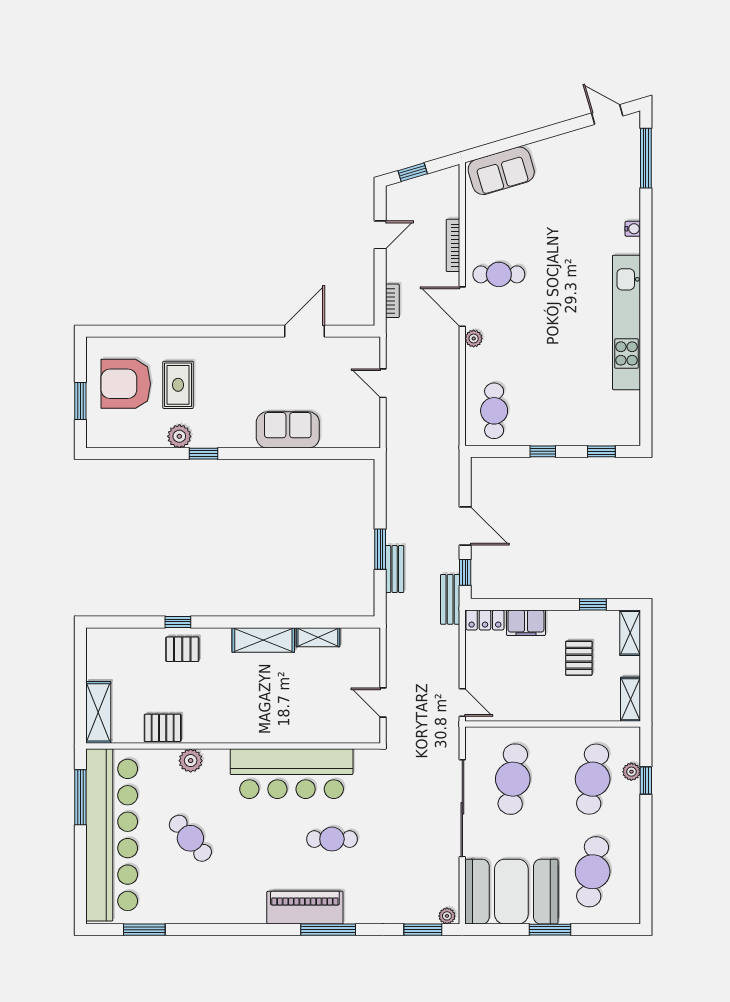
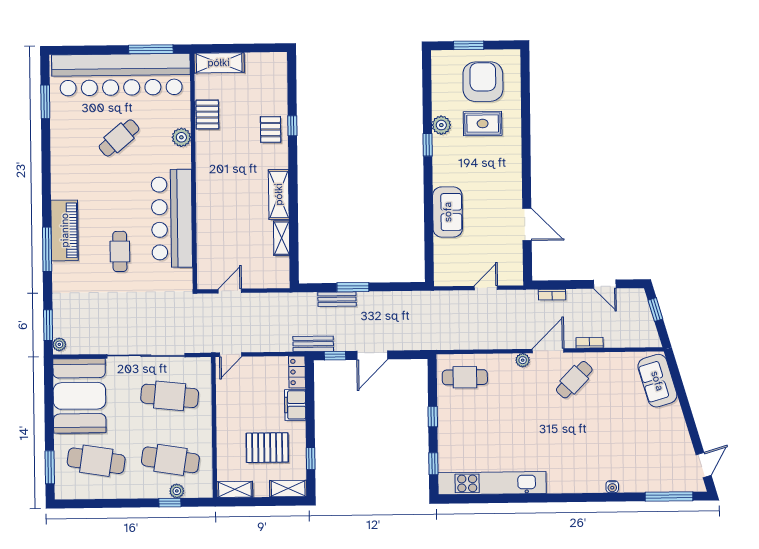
bookcase: (453, 245) -> (590, 343), width x0.64
cafe table: (499, 274) -> (574, 380), turned 44
kitchen unit: (626, 322) -> (492, 483), moved
pallet: (579, 658) -> (267, 448), width x1.50, depth x1.42
window: (550, 930) -> (50, 467), moved

